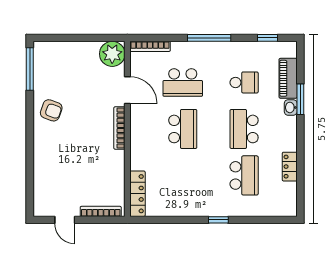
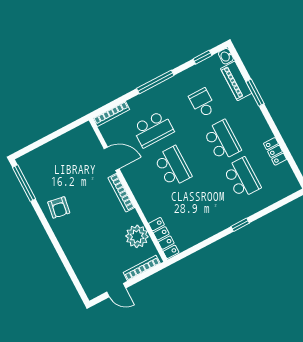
plant: (112, 54) -> (137, 236), moved
school desk: (244, 82) -> (202, 103), turned -90
washbasin: (291, 107) -> (226, 56), moved
armchair: (51, 110) -> (59, 207), turned 81
school desk: (244, 129) -> (222, 140), turned 180

